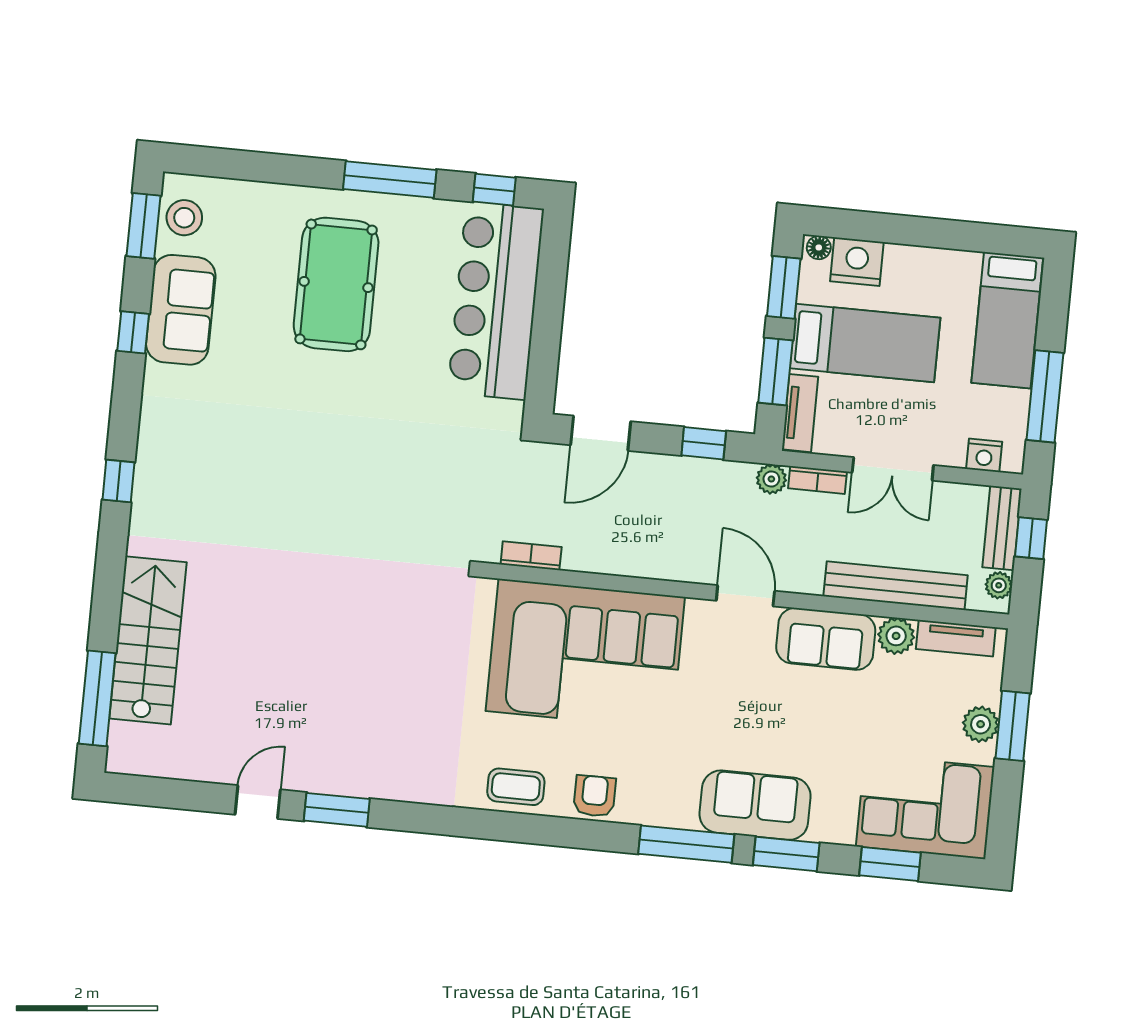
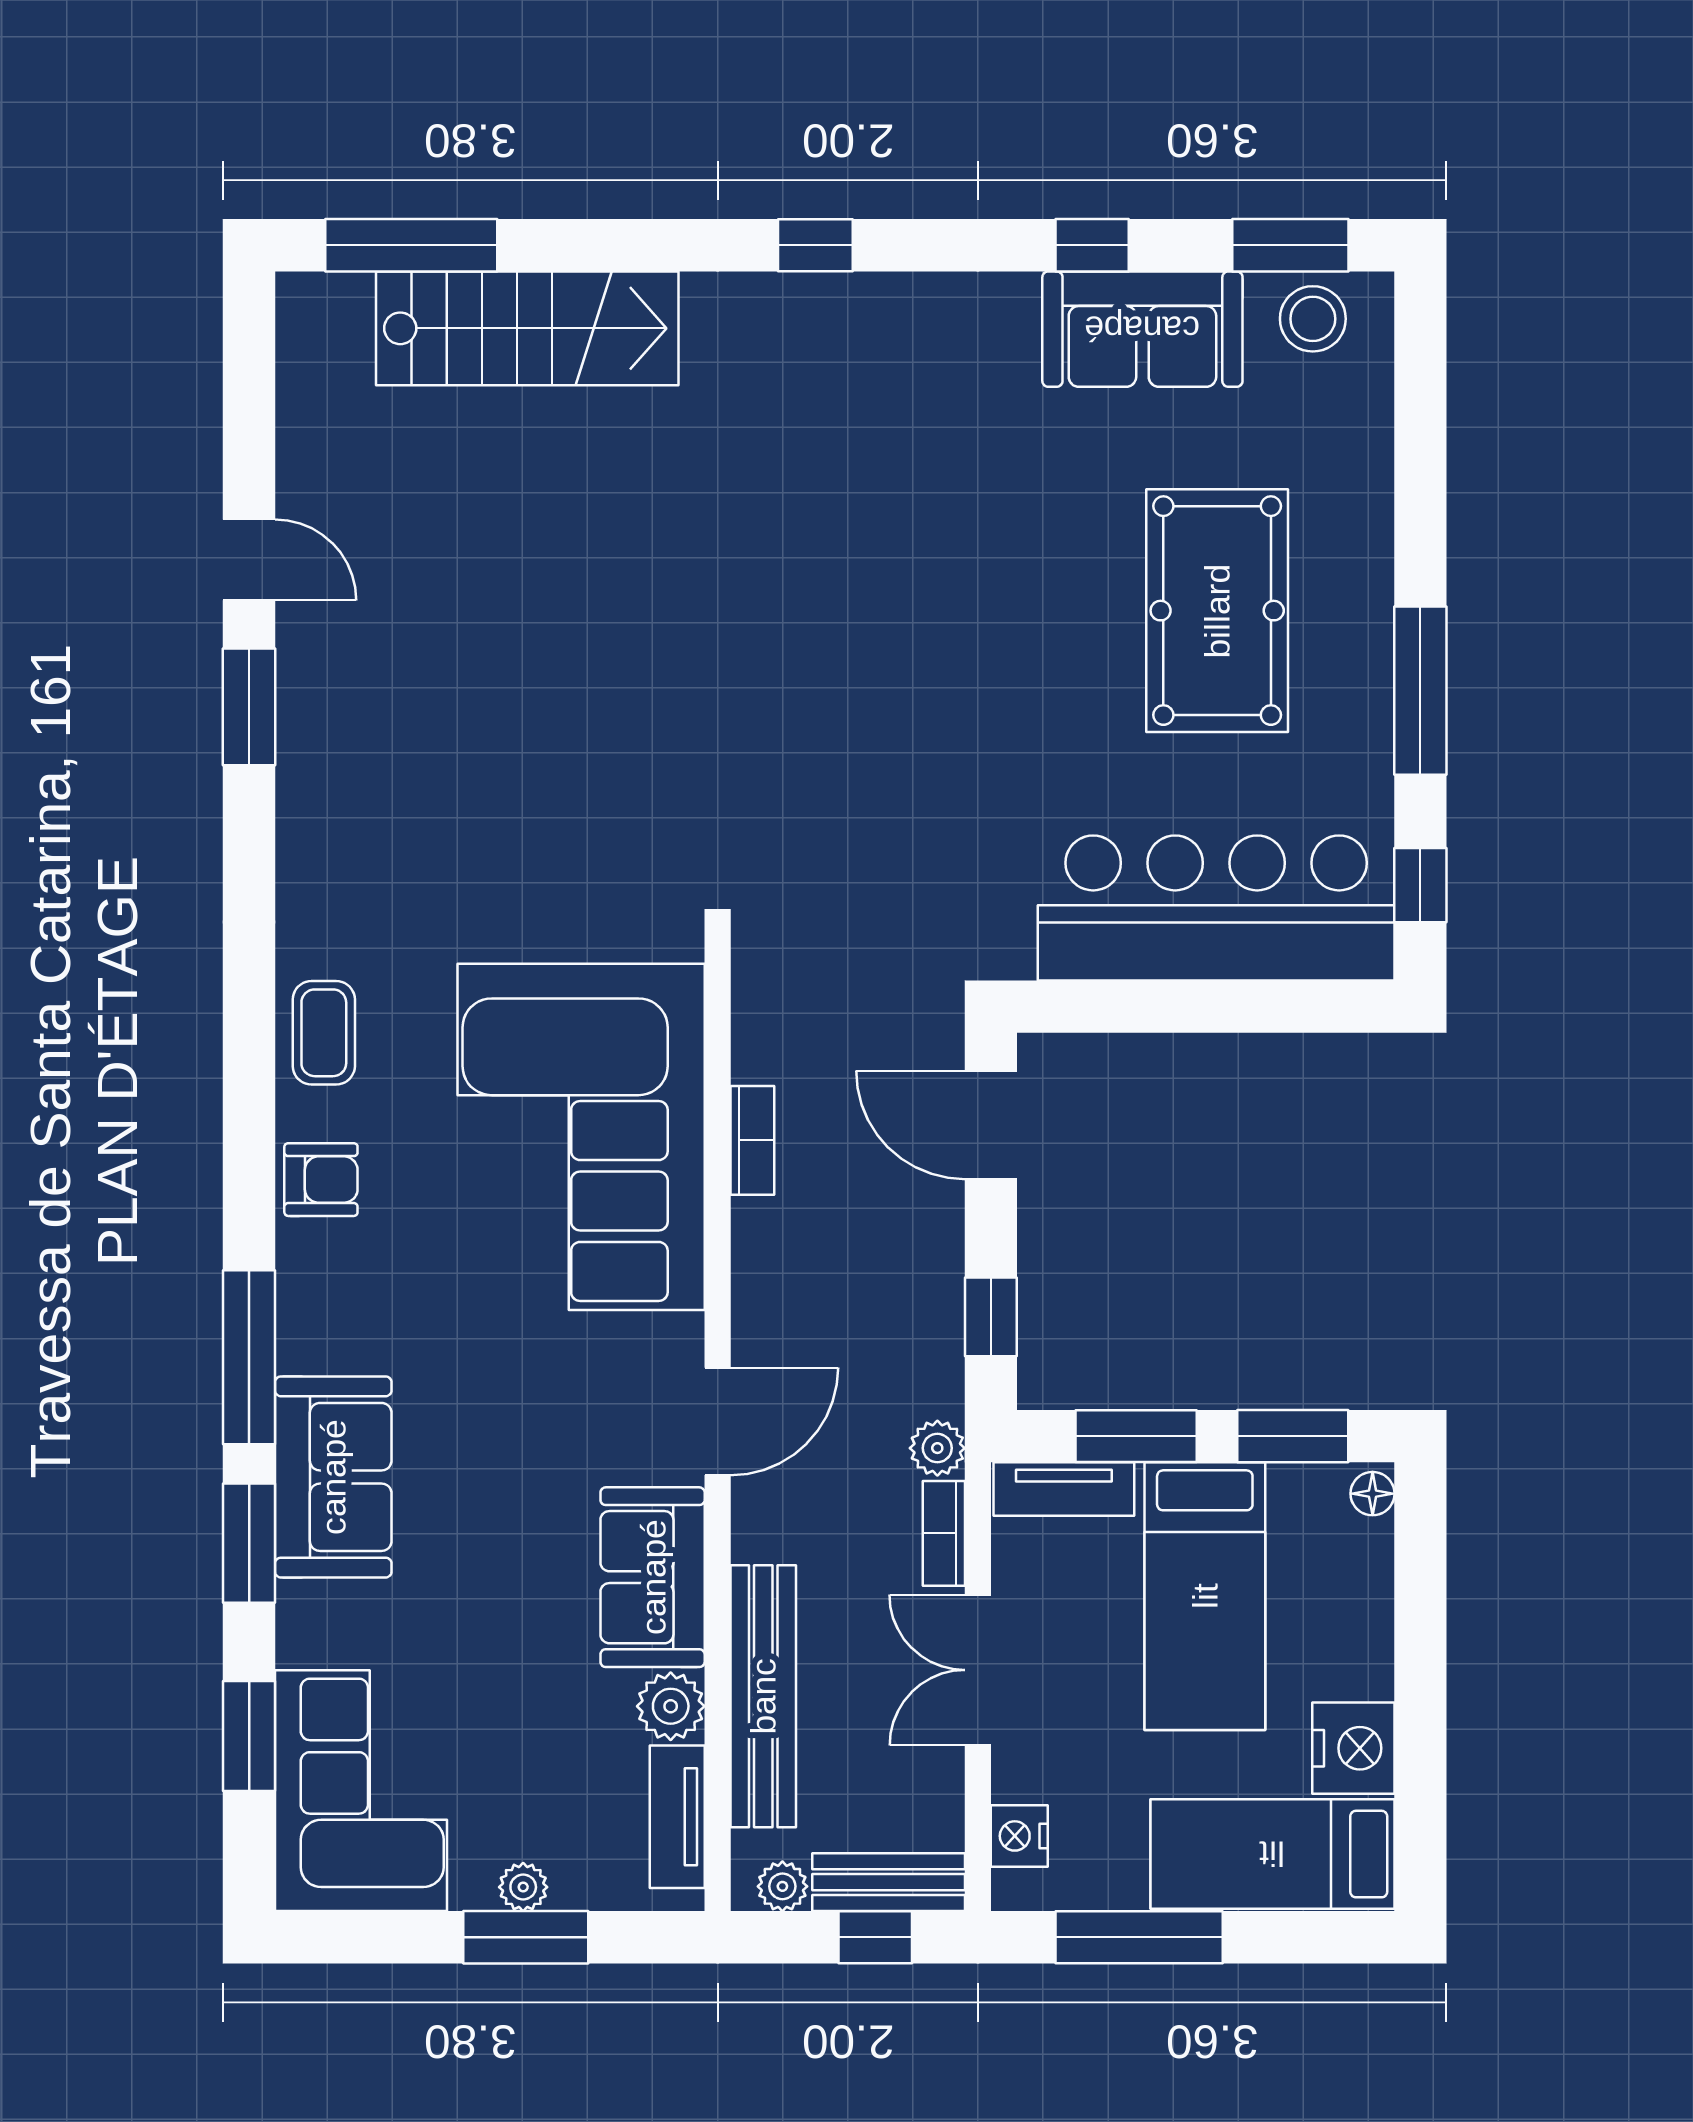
nightstand: (857, 262) -> (1353, 1748), moved
pool table: (336, 284) -> (1217, 611), turned 90
bookcase: (531, 556) -> (752, 1140), moved
plant: (981, 724) -> (523, 1887), width x0.73, depth x0.73

